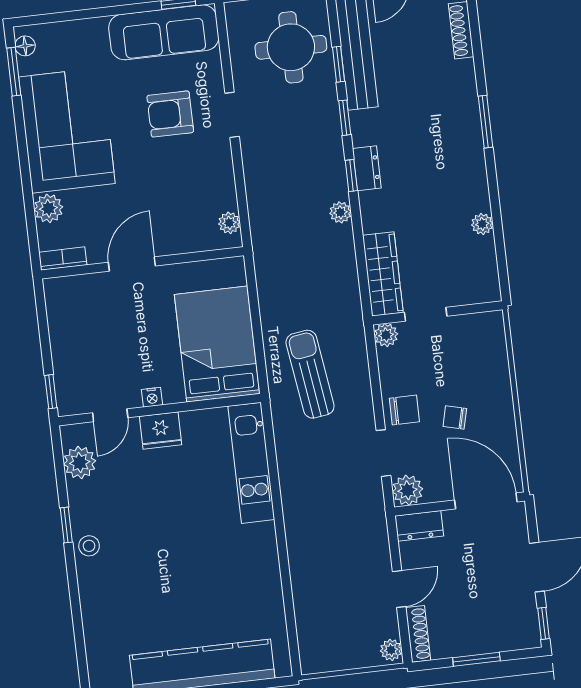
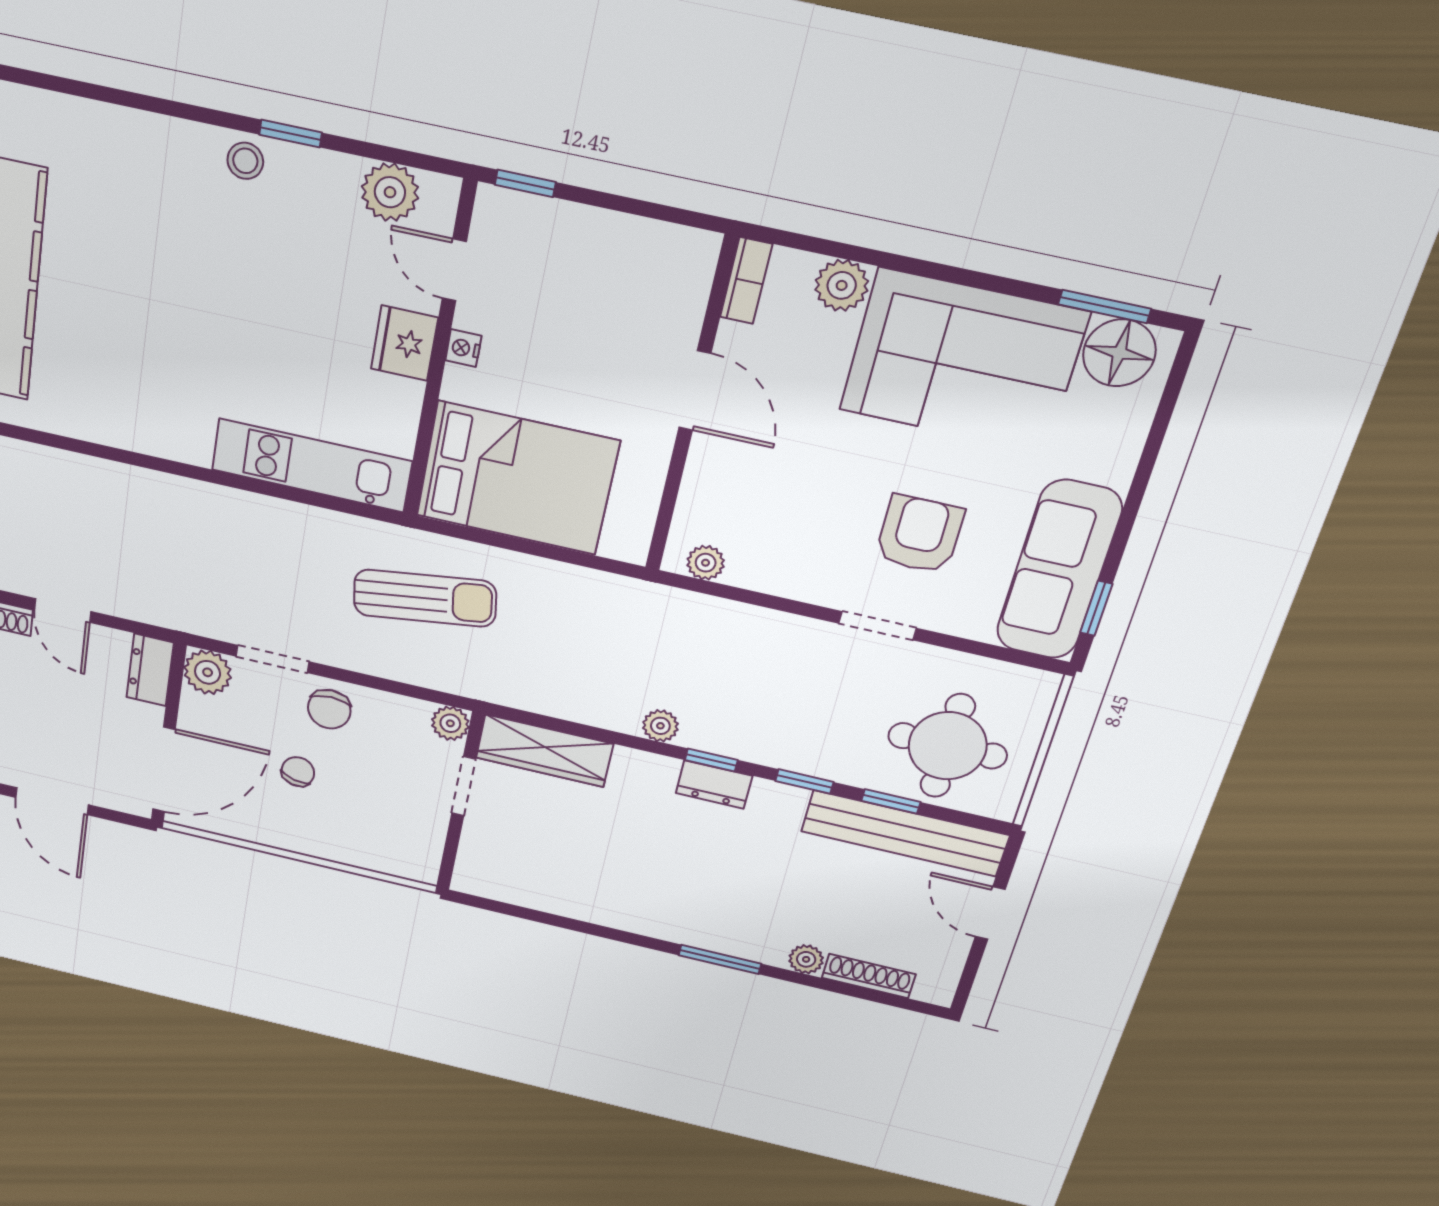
floor lamp: (25, 46) -> (1119, 353), width x1.89, depth x1.89
plant: (482, 224) -> (806, 959), moved

